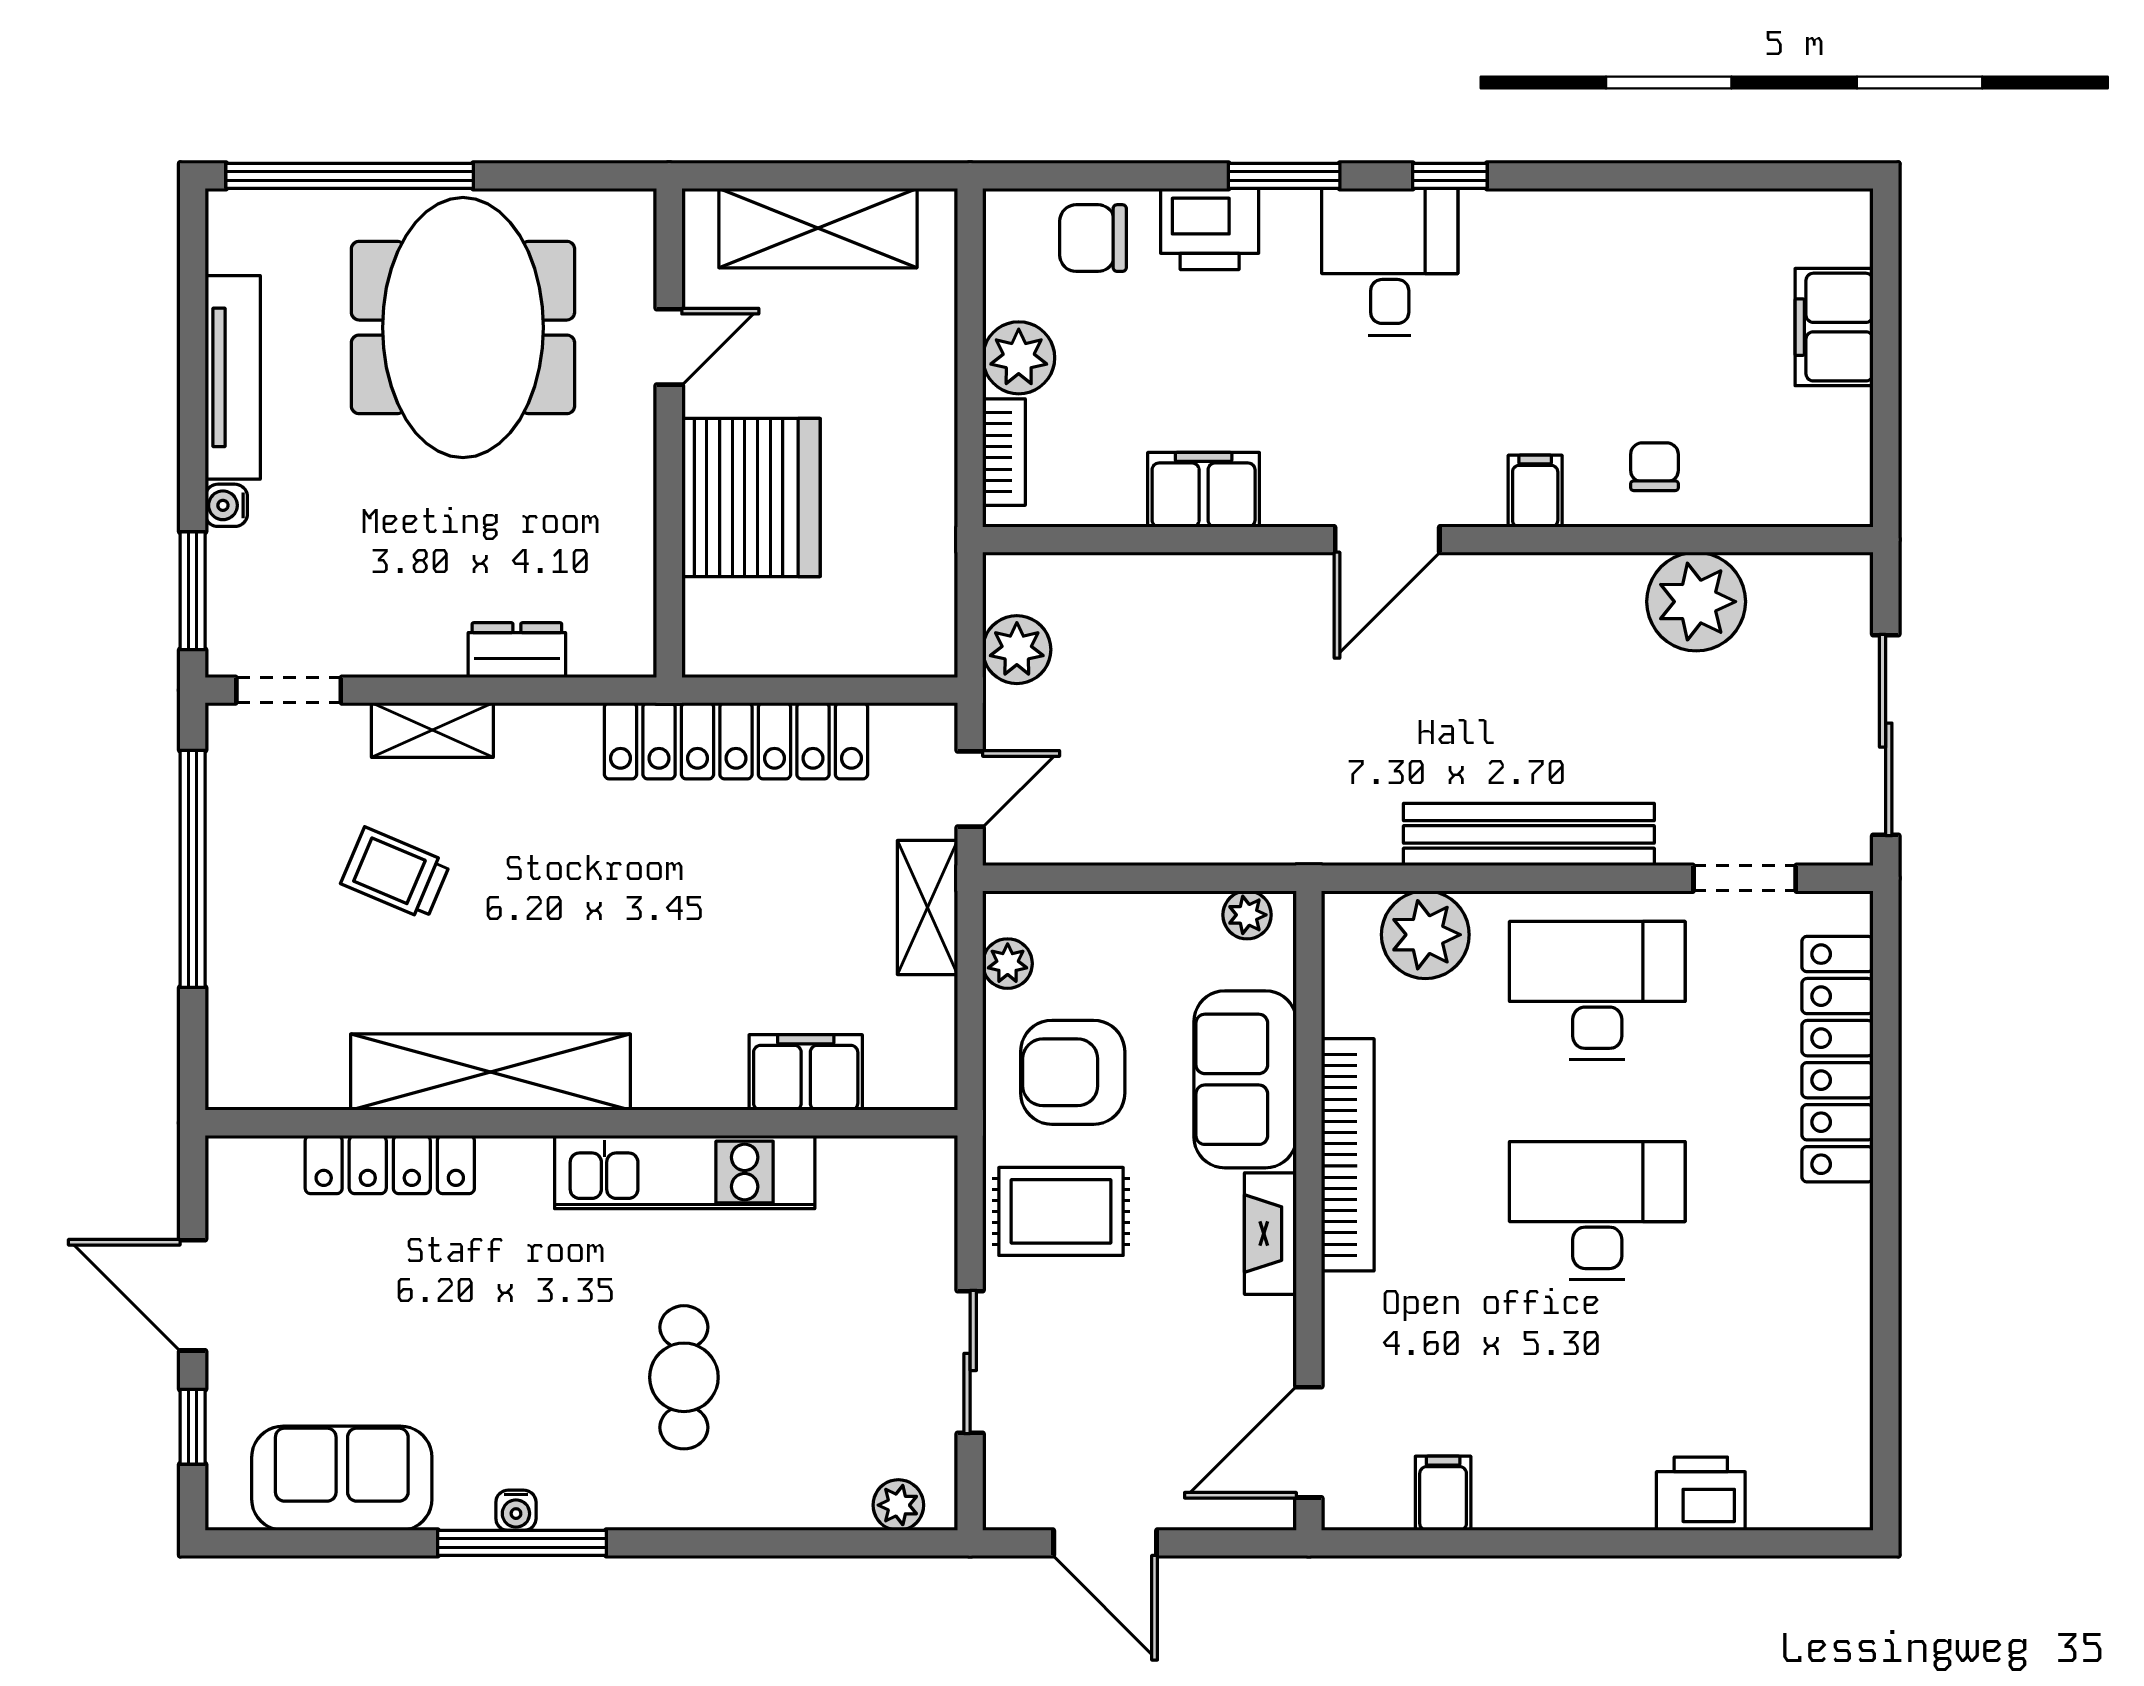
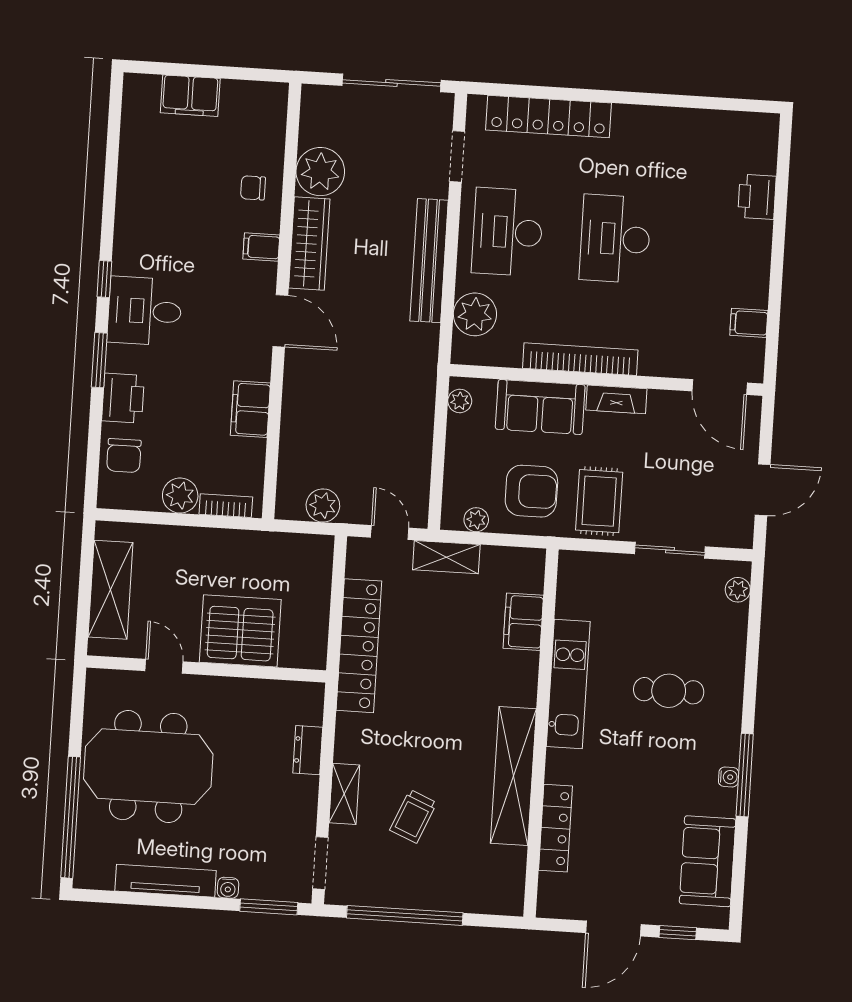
wardrobe: (1548, 588) -> (309, 244), added
armchair: (1073, 1072) -> (531, 491), turned -90

